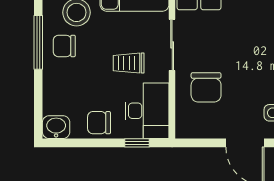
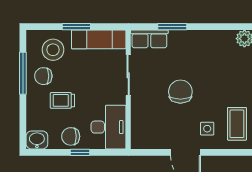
trolley: (129, 63) -> (62, 100), moved
chair: (206, 87) -> (180, 92), moved, turned 180
window: (137, 143) -> (80, 152), moved

